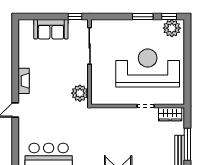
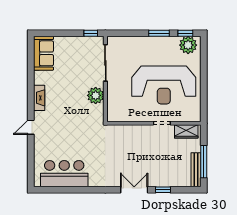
sofa: (51, 29) -> (44, 53), moved, turned -90
reception desk: (148, 68) -> (164, 85), turned 180
plant: (80, 93) -> (96, 95), moved

